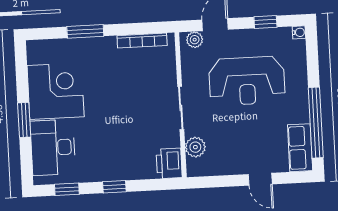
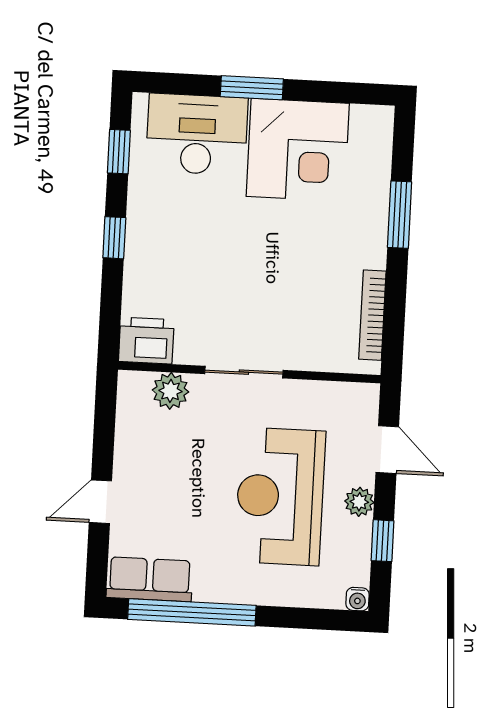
plant: (195, 40) -> (359, 502), moved

